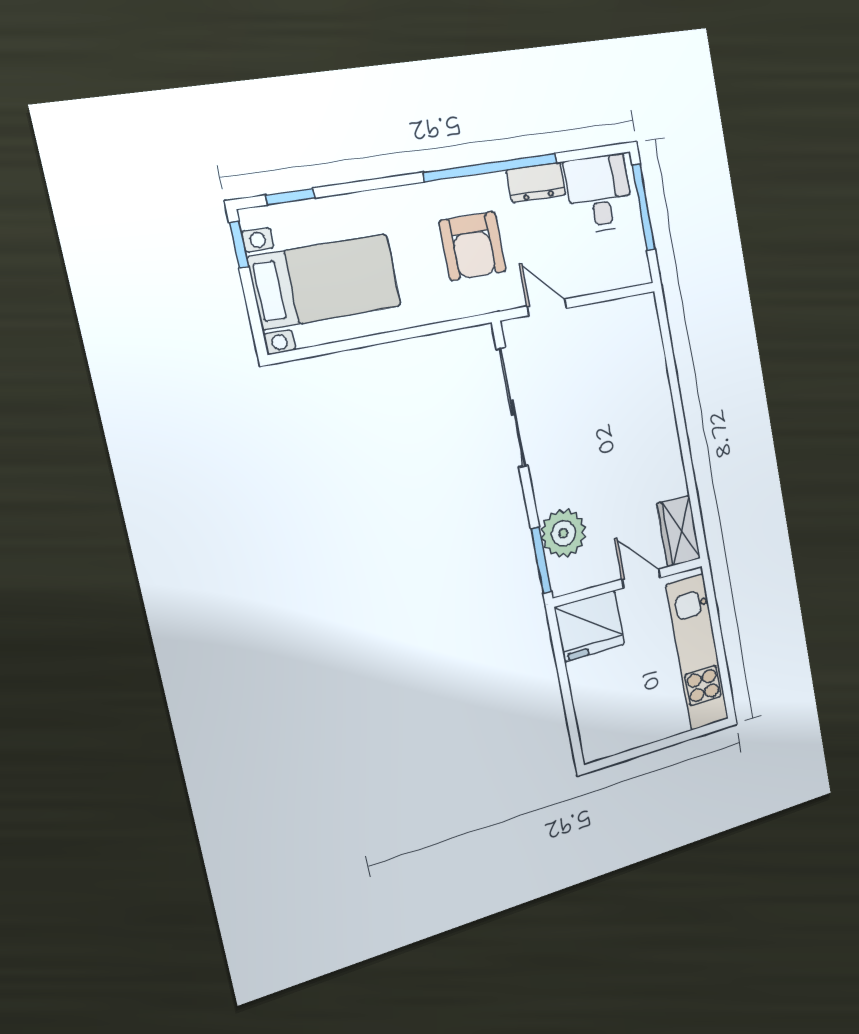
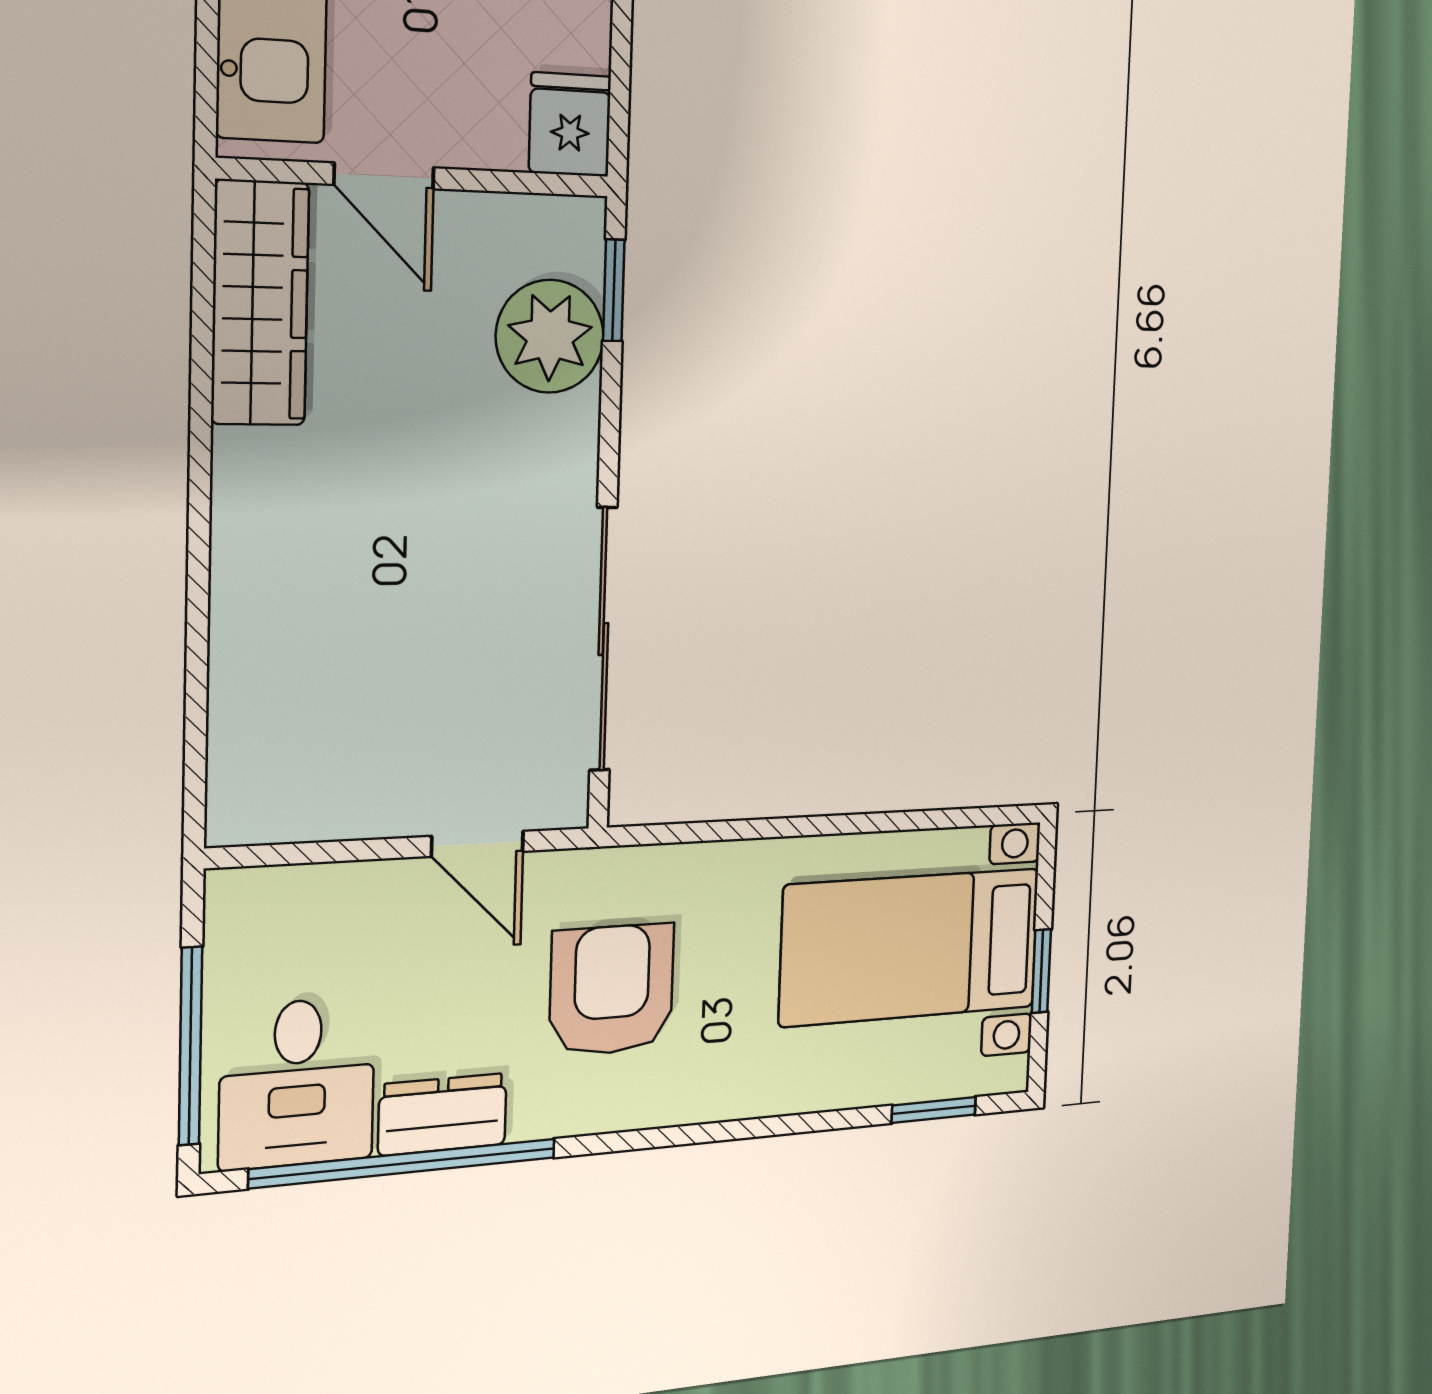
window: (491, 167) -> (405, 1163), moved
window: (239, 245) -> (1041, 971), moved
wardrobe: (679, 531) -> (260, 303), width x1.50
window: (541, 560) -> (614, 290), width x0.67
fridge: (590, 626) -> (570, 125), width x0.53, depth x0.75

